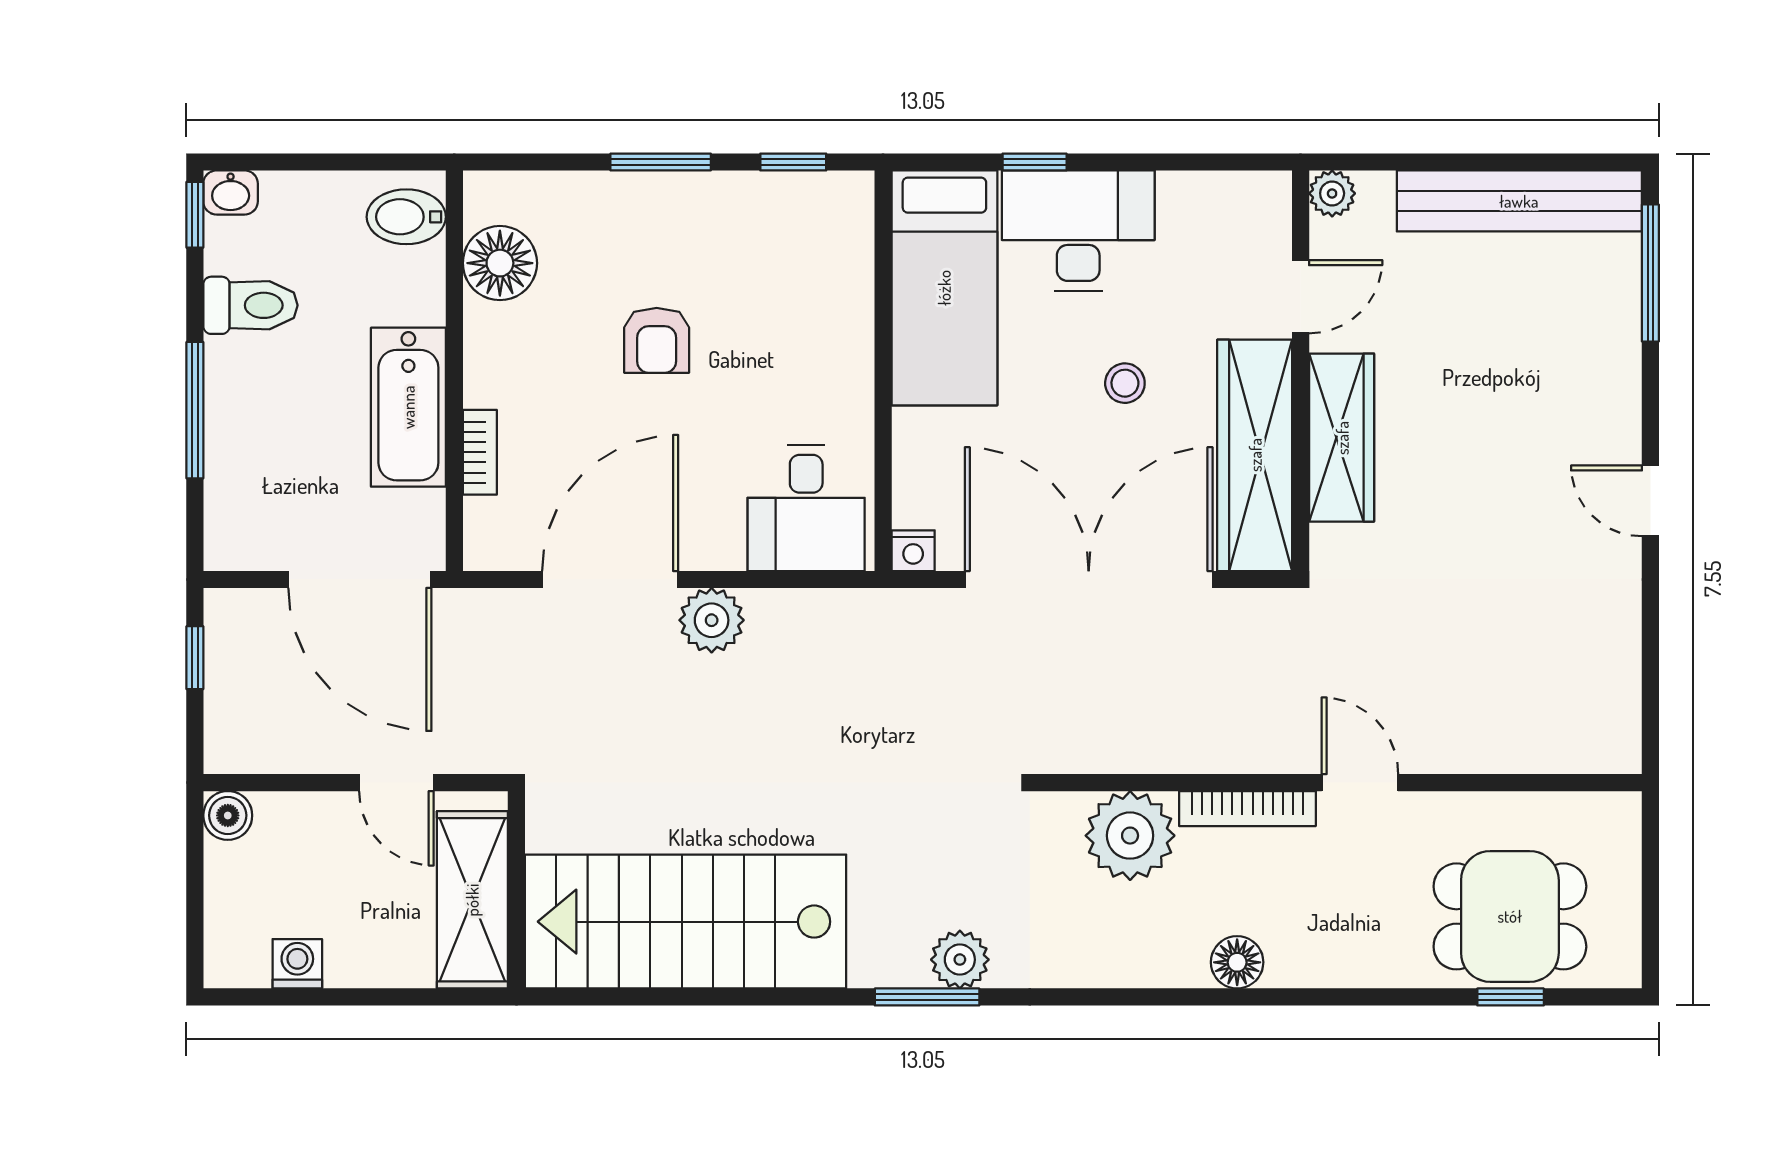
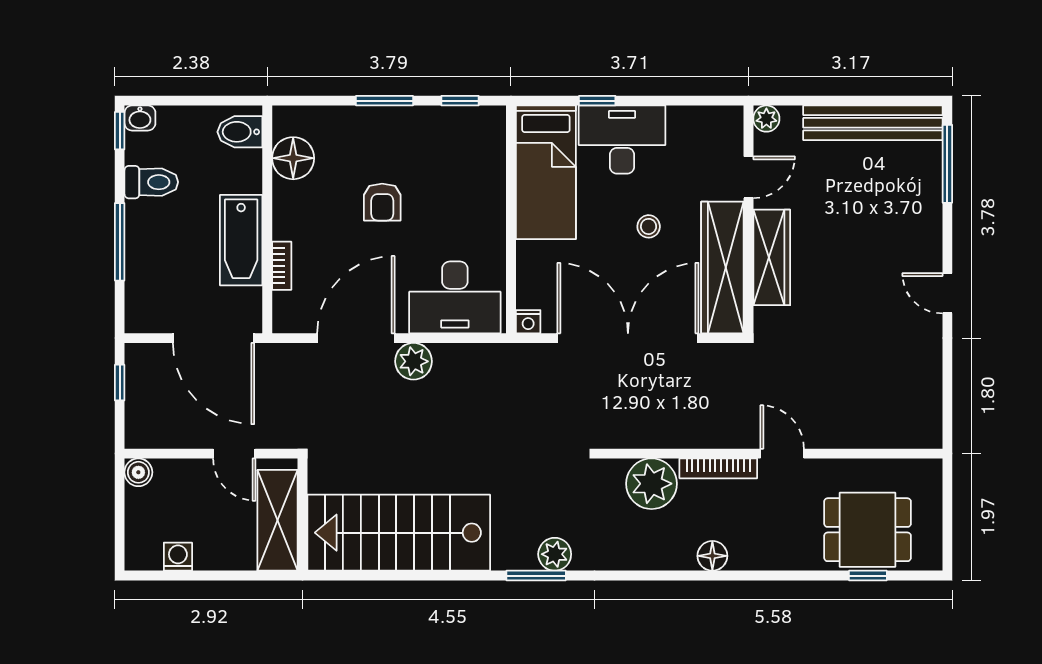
desk: (806, 508) -> (455, 297), width x1.37

